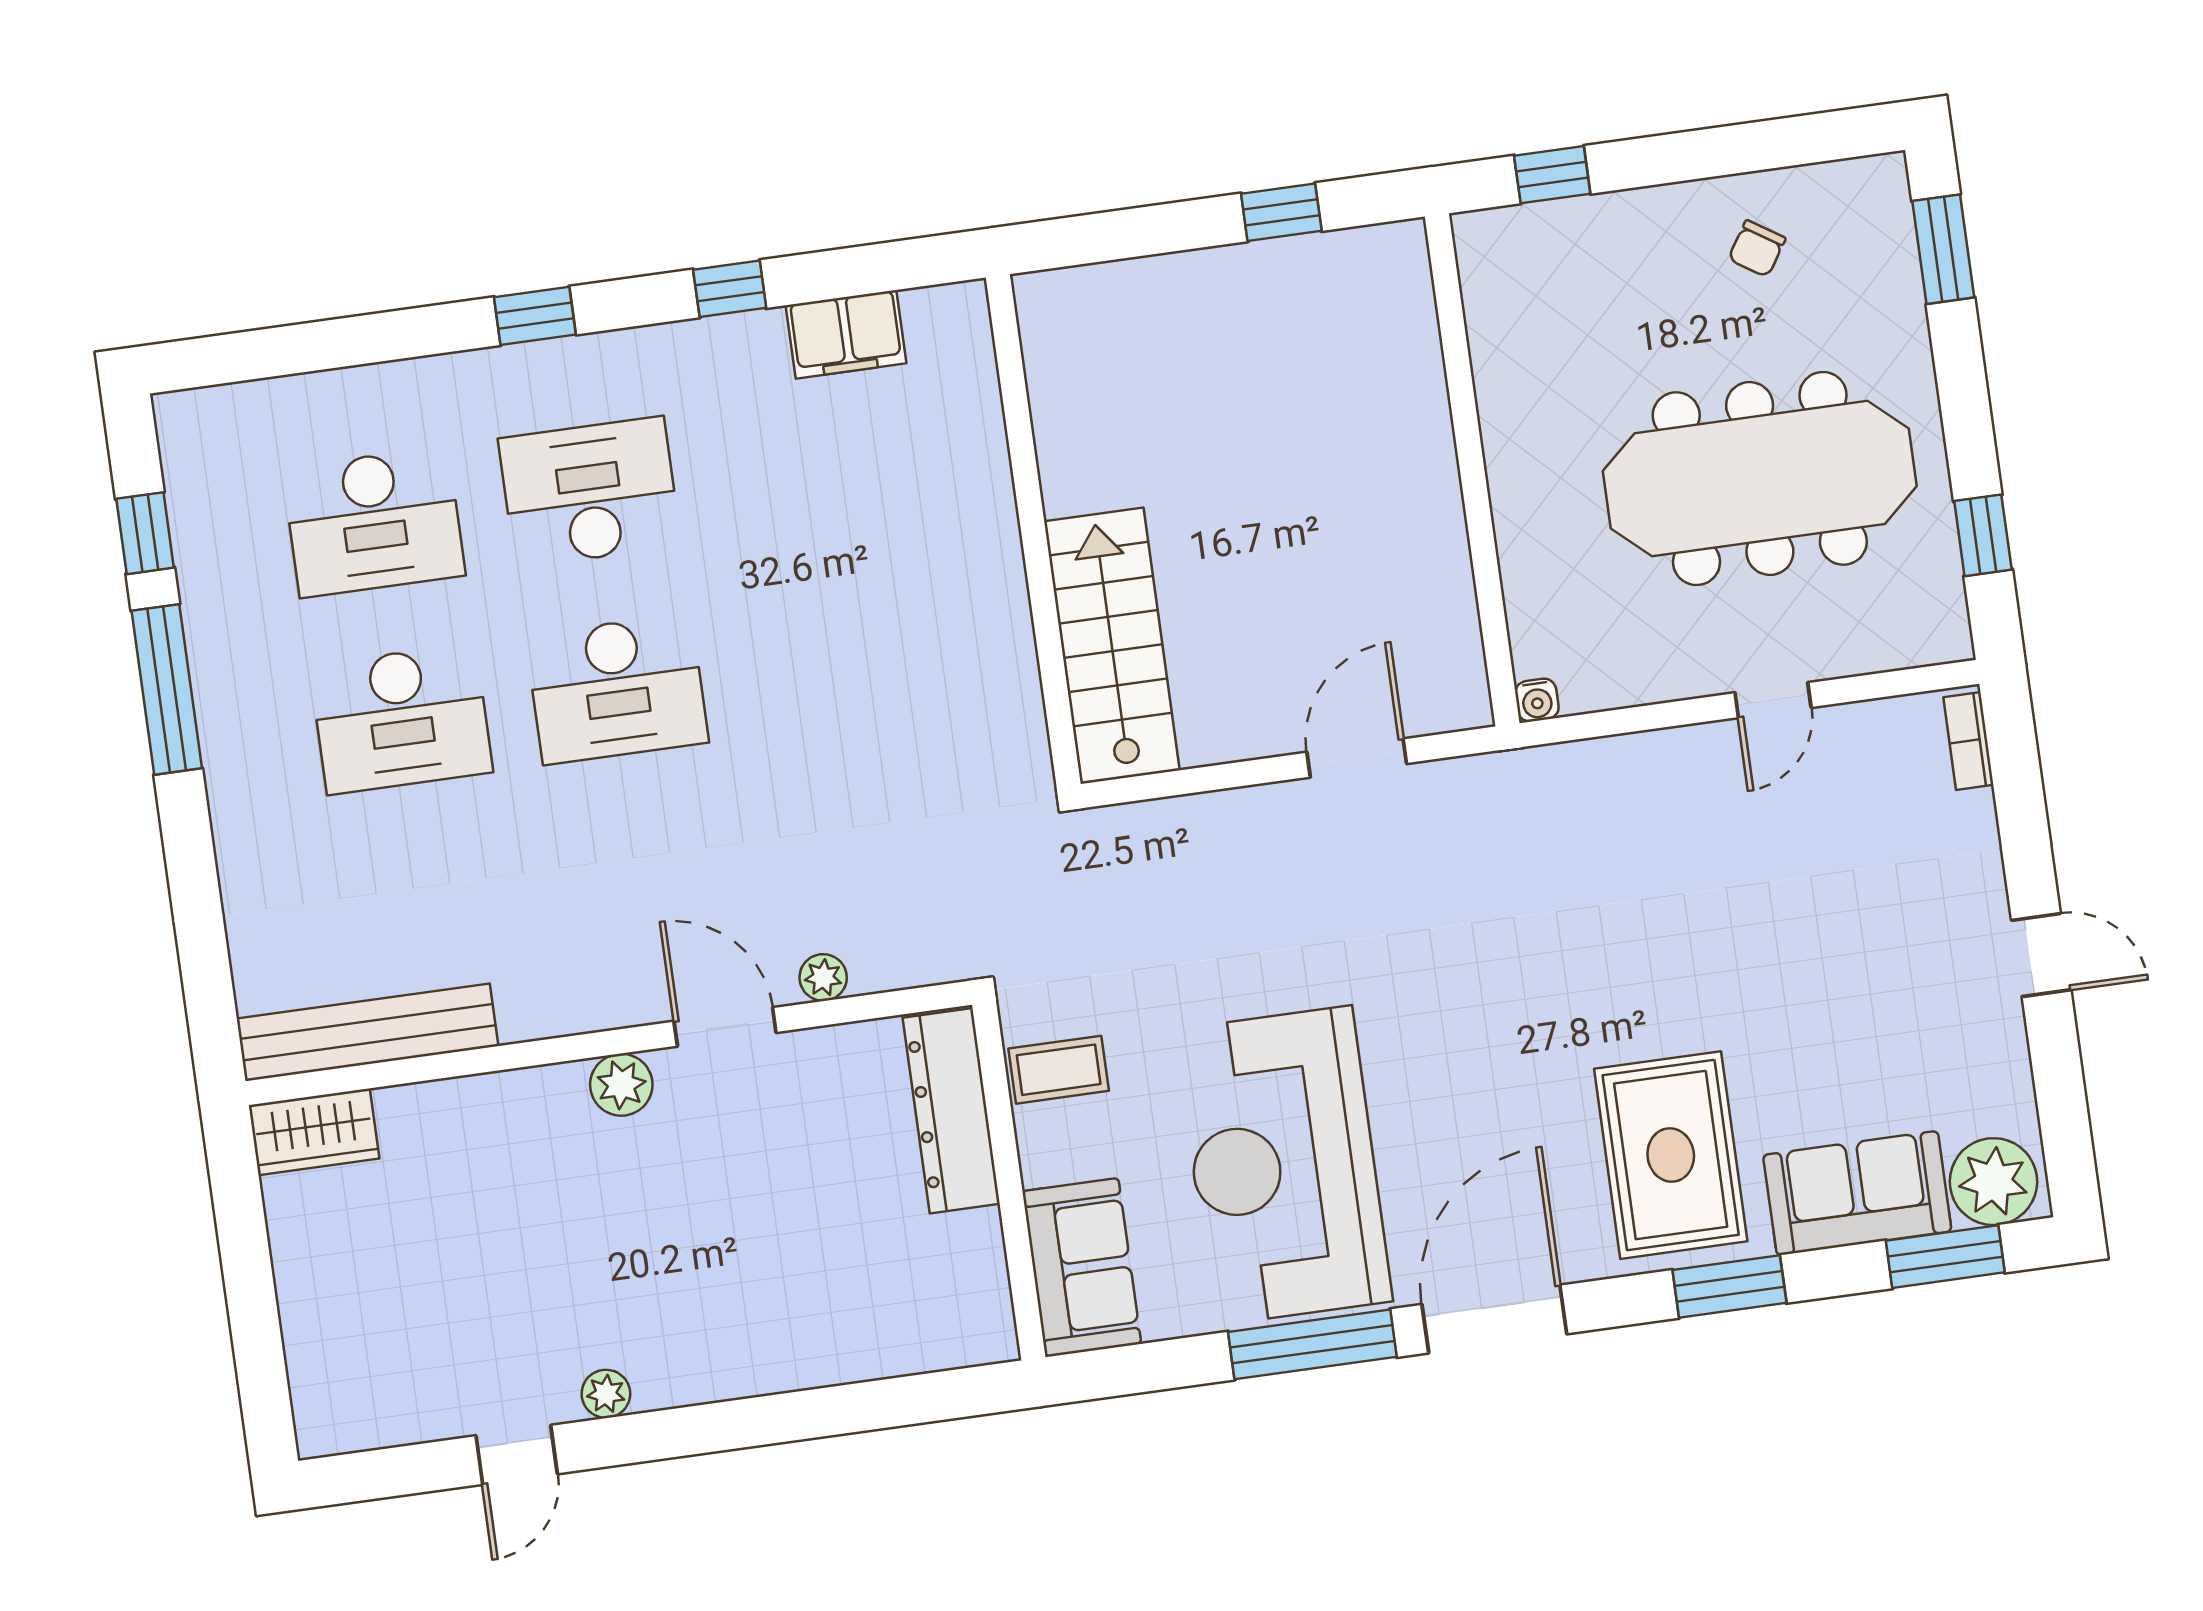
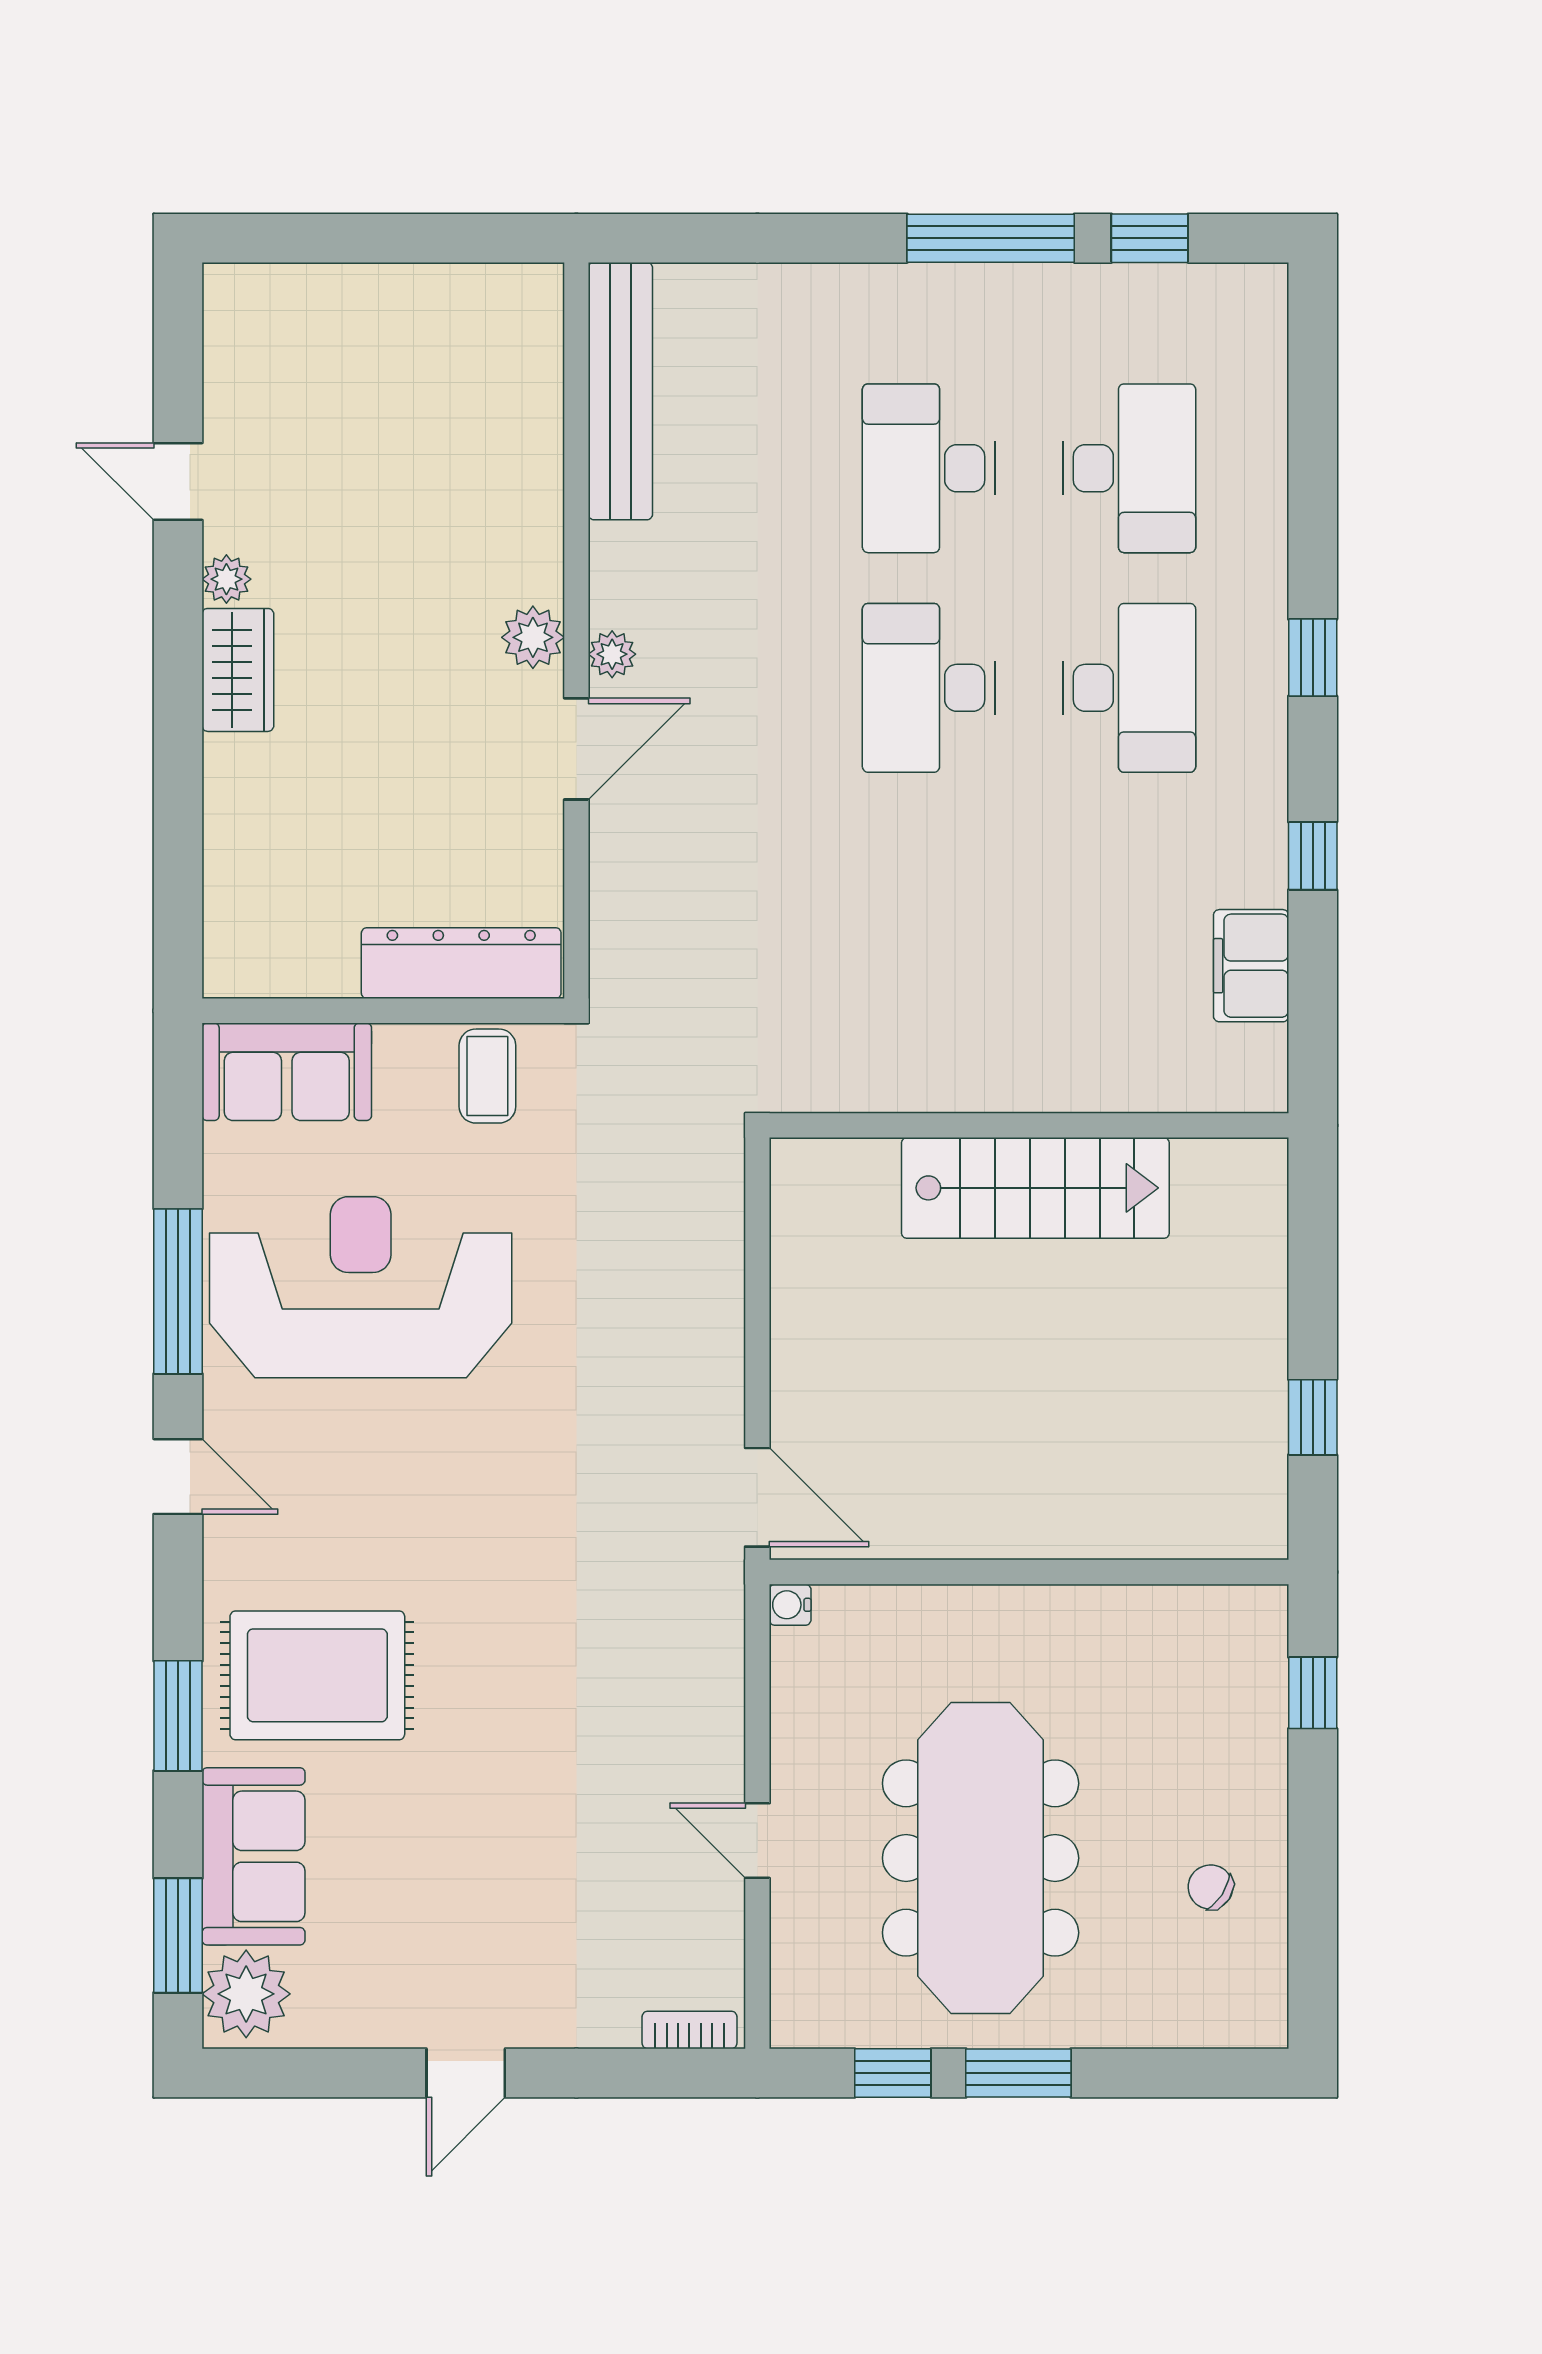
window: (1943, 249) -> (1018, 2073), moved
desk: (374, 522) -> (1129, 468), turned 180
stairs: (1112, 646) -> (1035, 1188), moved
door: (1357, 758) -> (757, 1497), moved
plant: (823, 977) -> (612, 654), moved
wardrobe: (314, 1132) -> (238, 670), moved, turned 180
door: (1494, 1319) -> (178, 1477), width x0.53

